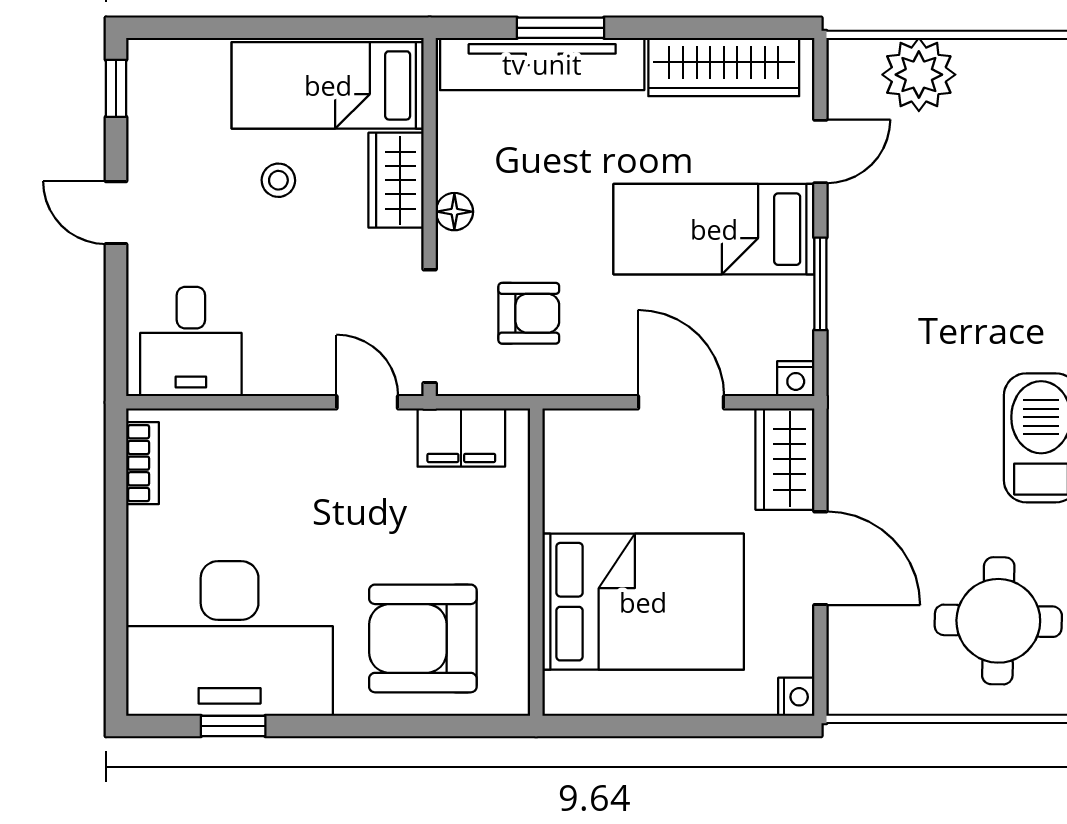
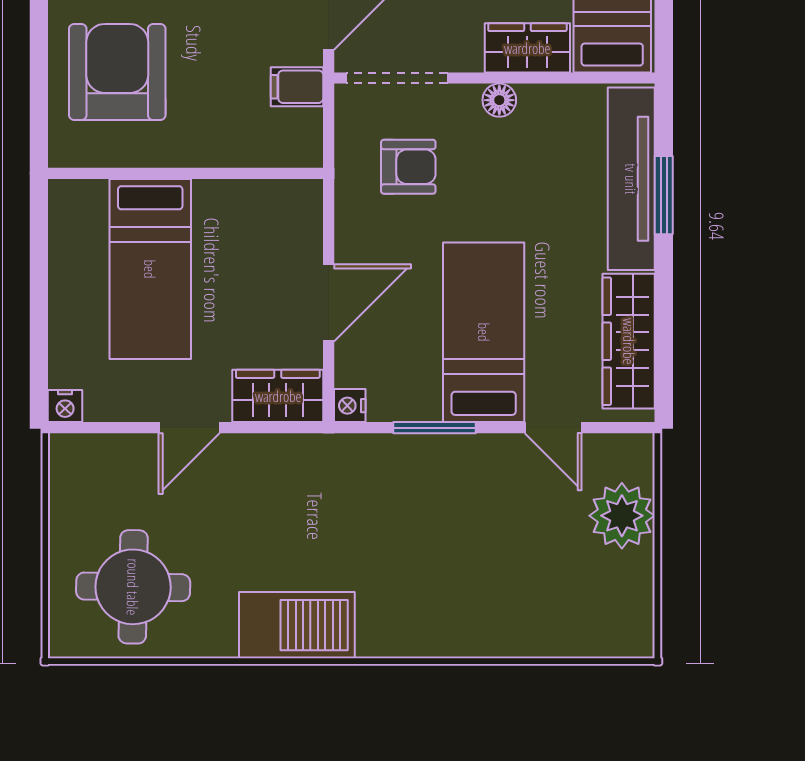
armchair: (529, 313) -> (408, 167), turned -90
filing cabinet: (461, 438) -> (297, 87), width x0.50
door: (820, 558) -> (189, 428), width x0.73
bed: (643, 602) -> (150, 269), width x0.67

